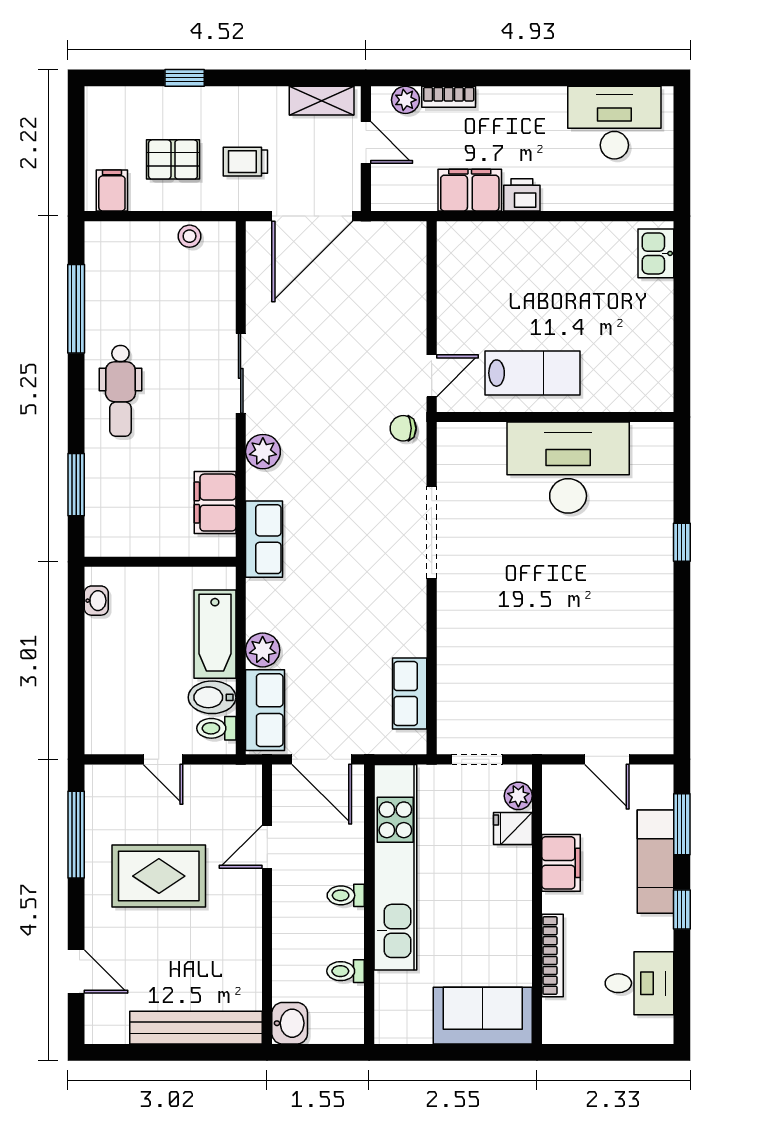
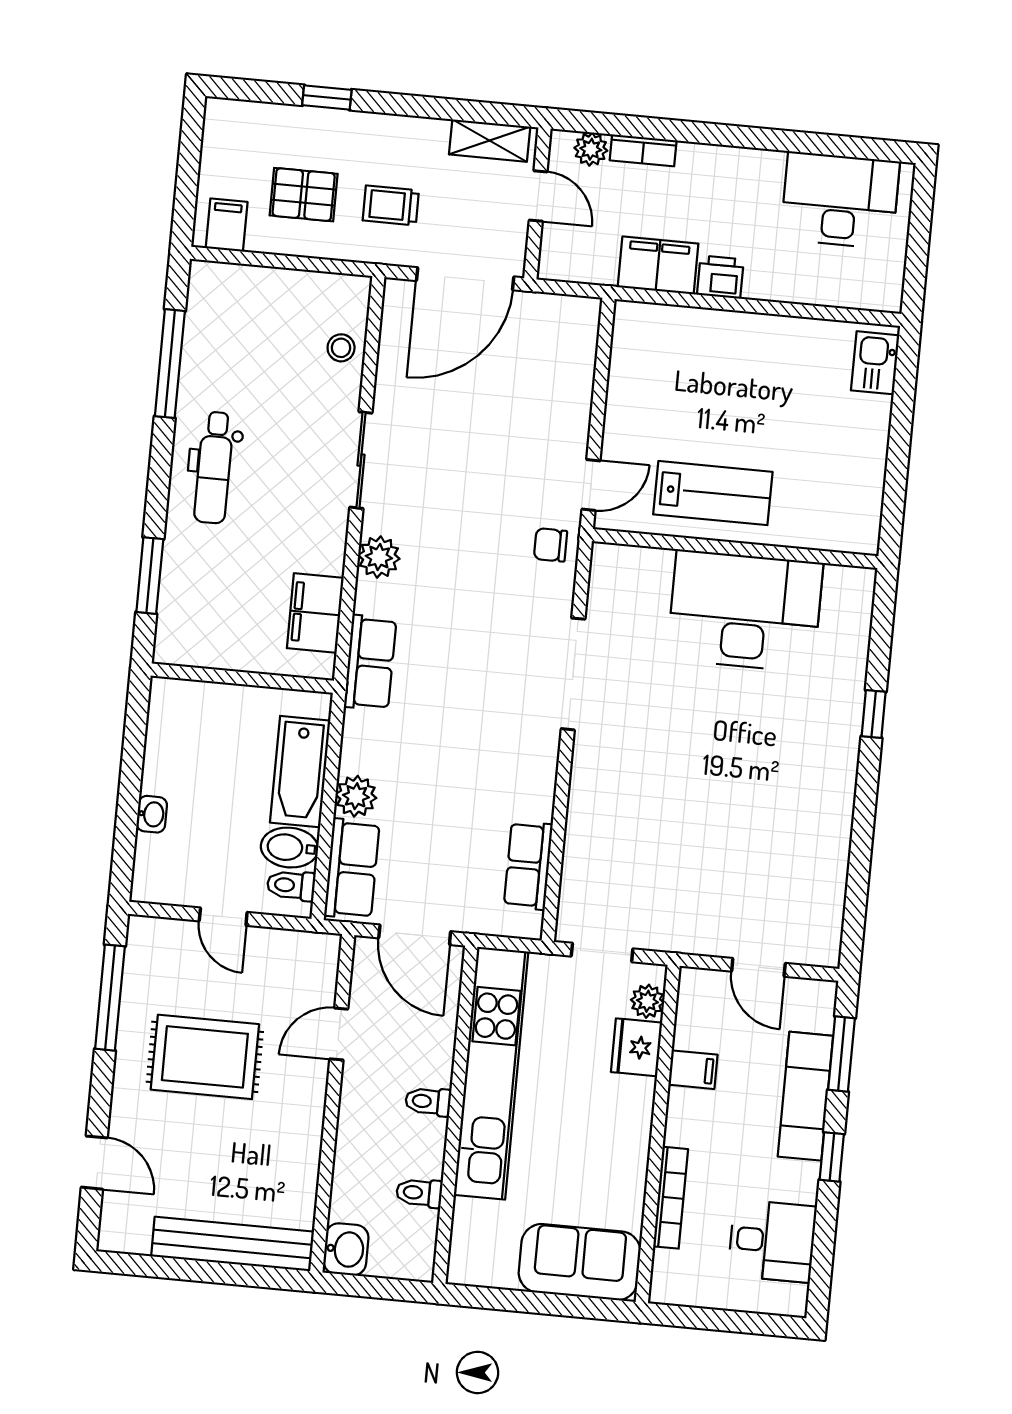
stool: (190, 236) -> (341, 348), moved
washbasin: (96, 601) -> (152, 814), moved
fridge: (513, 828) -> (637, 1047), width x1.38
filing cabinet: (561, 863) -> (693, 1070), width x0.50

